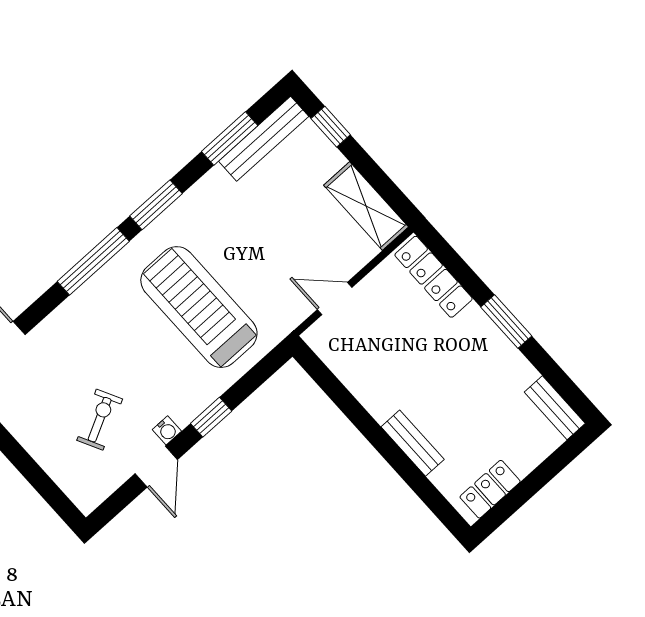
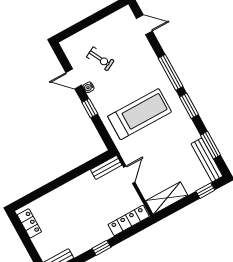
window: (506, 322) -> (101, 248), width x0.67
bench: (413, 443) -> (106, 167), moved

